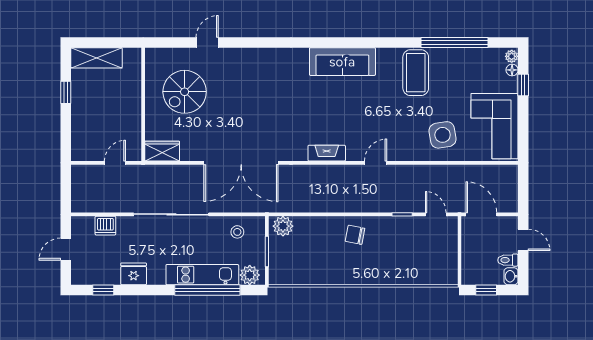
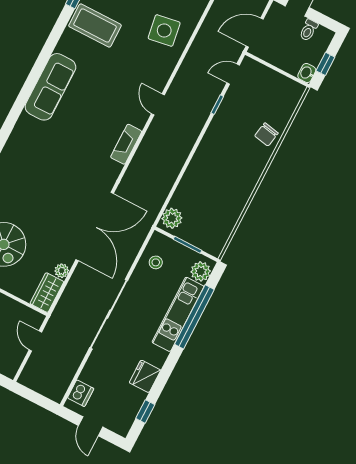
plant: (188, 154) -> (62, 271), added
dishwasher: (105, 226) -> (81, 393), moved
chair: (355, 235) -> (266, 134), moved
washbasin: (511, 276) -> (307, 73), moved, turned 90

